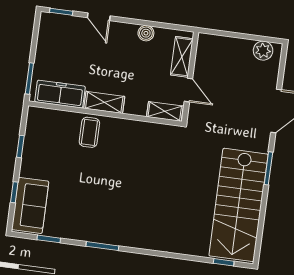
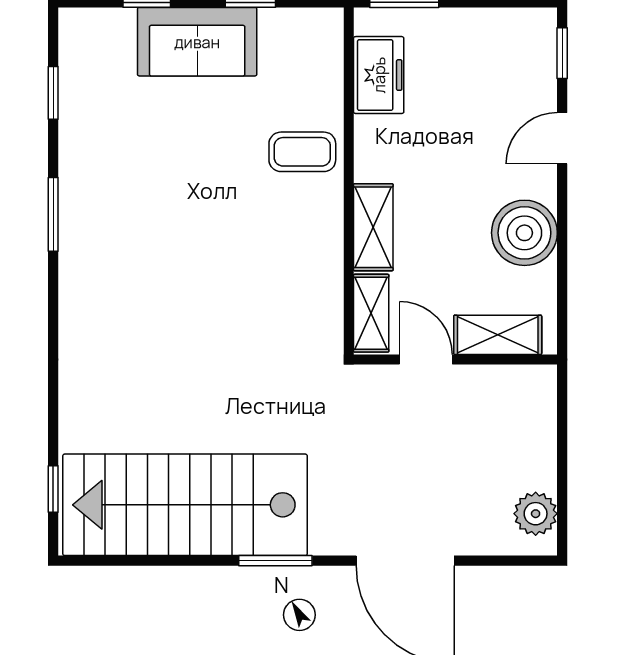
boiler: (146, 33) -> (524, 233), width x1.86, depth x1.86
door: (188, 90) -> (426, 359), swing flipped
freezer: (60, 94) -> (379, 75), width x0.71
shelving: (104, 102) -> (373, 227), moved
sofa: (30, 205) -> (197, 42), moved

